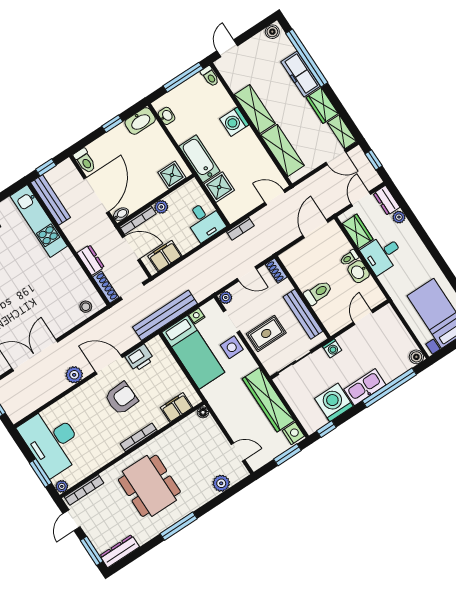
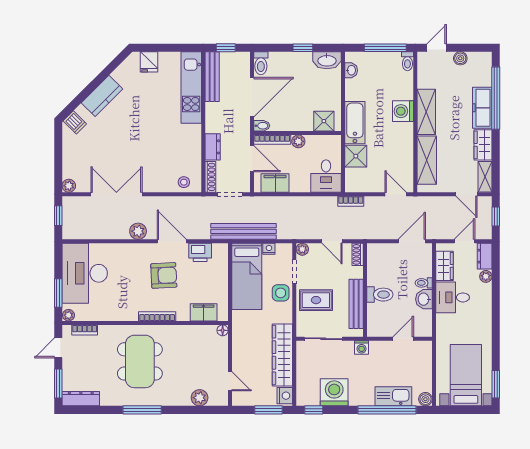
boiler: (272, 32) -> (460, 58), moved
kitchen sink: (365, 387) -> (393, 396), moved
bookcase: (84, 490) -> (85, 330), width x0.64

